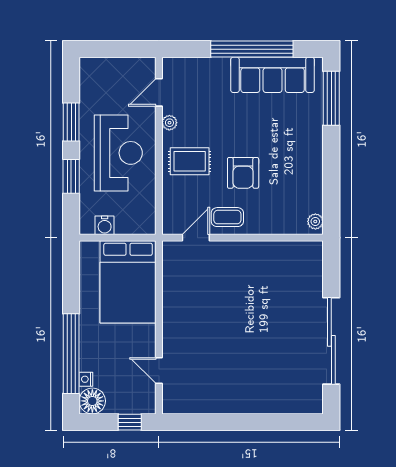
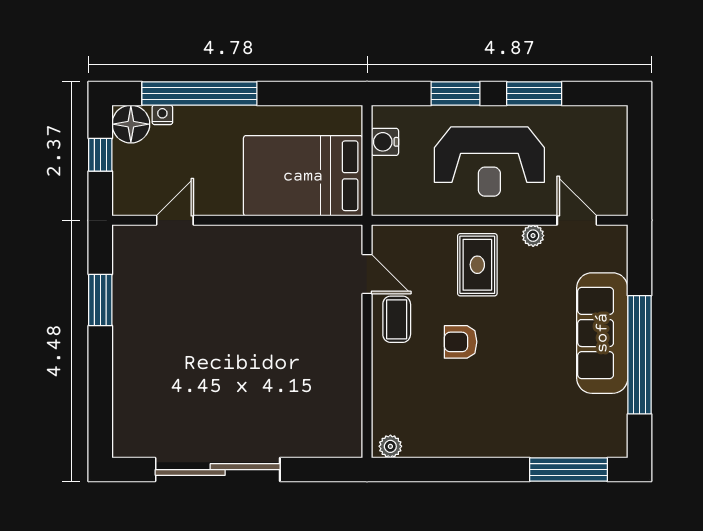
sofa: (273, 75) -> (602, 333), moved
armchair: (243, 173) -> (461, 342), width x0.72, depth x0.72
window: (130, 422) -> (100, 155), moved
window: (214, 422) -> (100, 300), added

